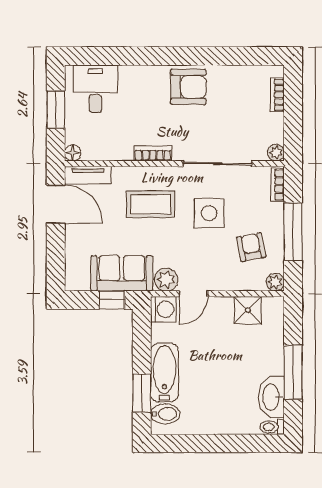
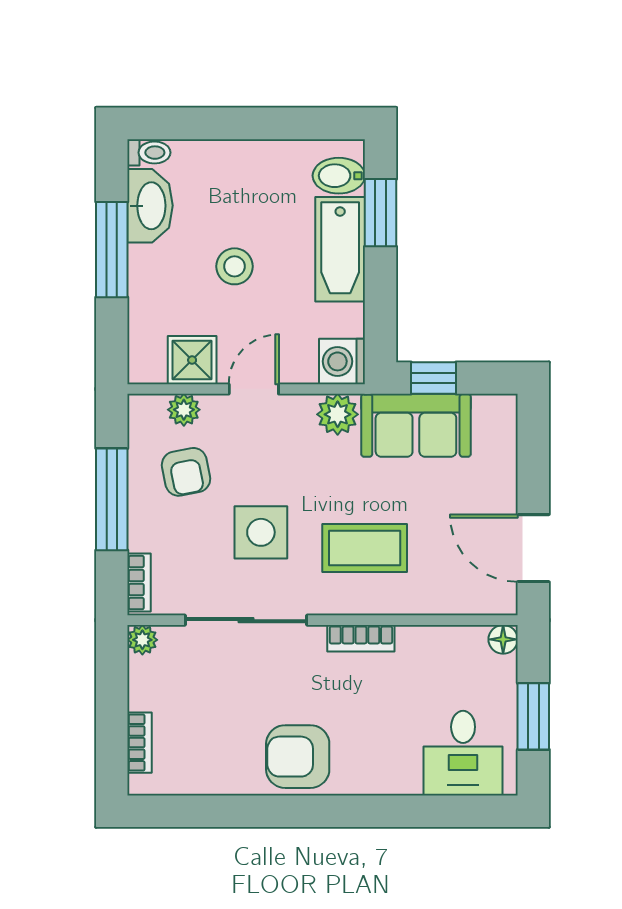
tv unit: (88, 175) -> (476, 600), removed
plant: (275, 282) -> (184, 410), moved
door: (193, 294) -> (254, 389), moved
stool: (224, 363) -> (235, 266), added

